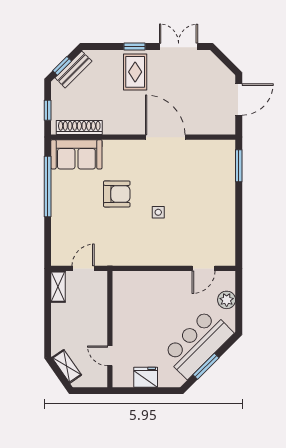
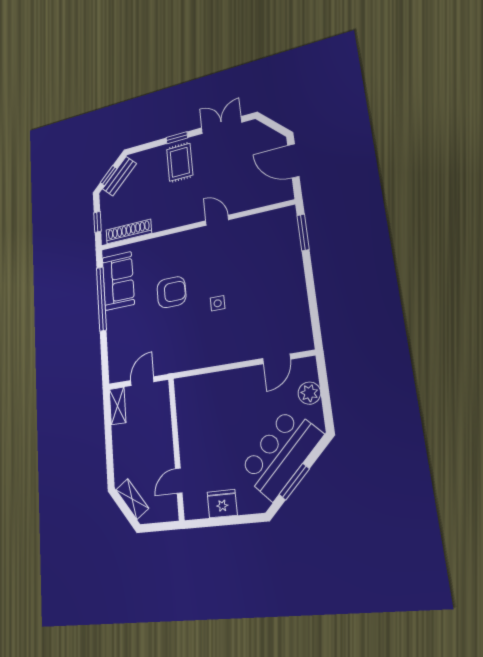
door: (239, 99) -> (293, 161), swing flipped
door: (165, 137) -> (217, 220), width x0.53
sofa: (76, 154) -> (118, 281), moved, turned -90
door: (110, 356) -> (179, 481), hinge flipped

